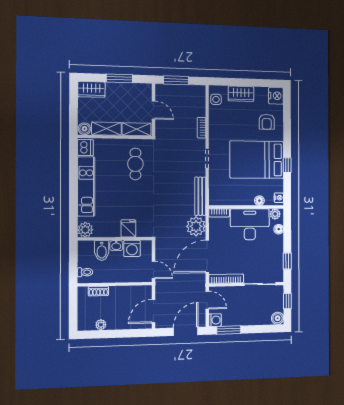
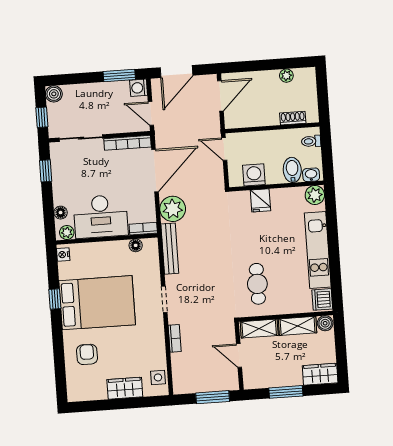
nightstand: (276, 96) -> (77, 390), removed
floor lamp: (259, 201) -> (136, 245), moved
washbasin: (116, 246) -> (311, 175), moved

